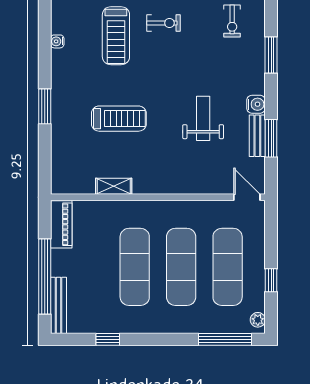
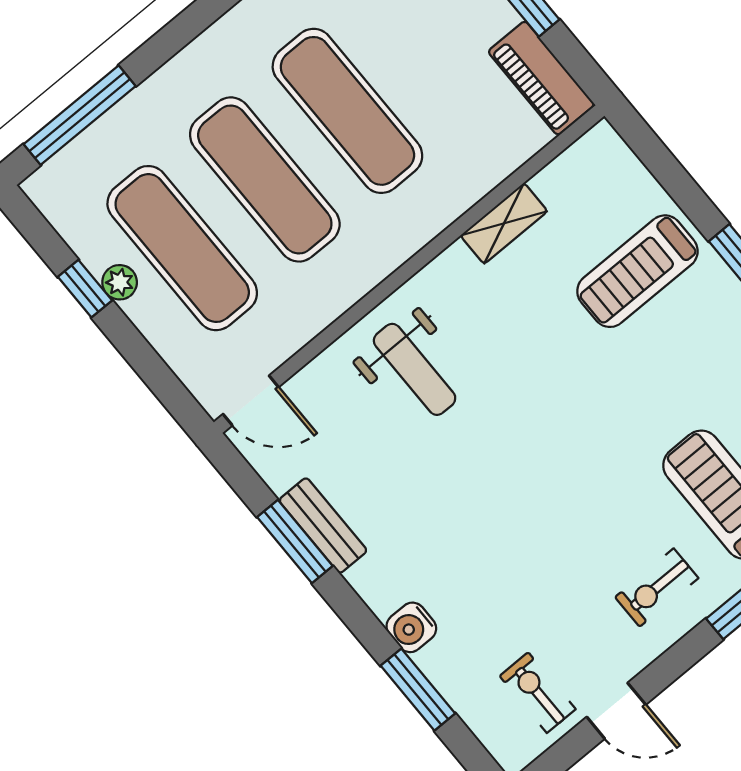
water cooler: (256, 104) -> (411, 627), moved
weight bench: (203, 118) -> (415, 369), moved
treadmill: (119, 119) -> (637, 271), moved
plant: (258, 320) -> (120, 282), moved

